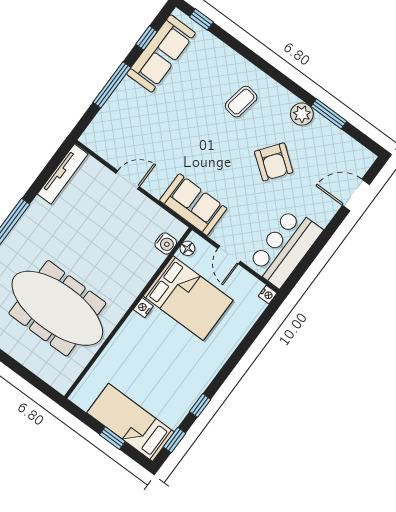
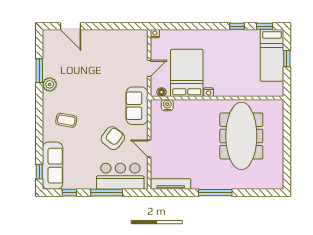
sofa: (161, 53) -> (53, 166), moved, turned 90
armchair: (274, 162) -> (113, 138), moved
bar counter: (285, 248) -> (120, 176), moved, turned 180

